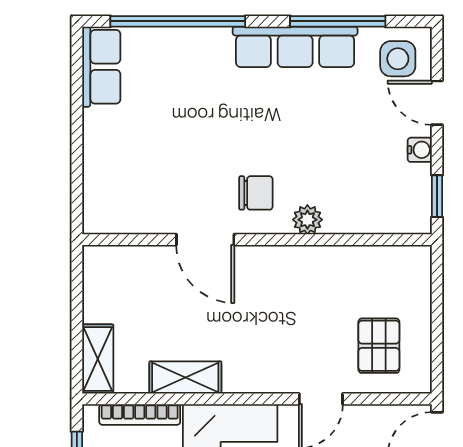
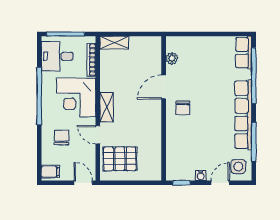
row of seats: (295, 47) -> (243, 115), width x1.36
row of seats: (101, 67) -> (244, 53), moved, turned 90
plant: (307, 220) -> (172, 58), moved
pallet: (379, 346) -> (120, 159), width x1.50, depth x1.42
shelving: (185, 378) -> (107, 107), moved

